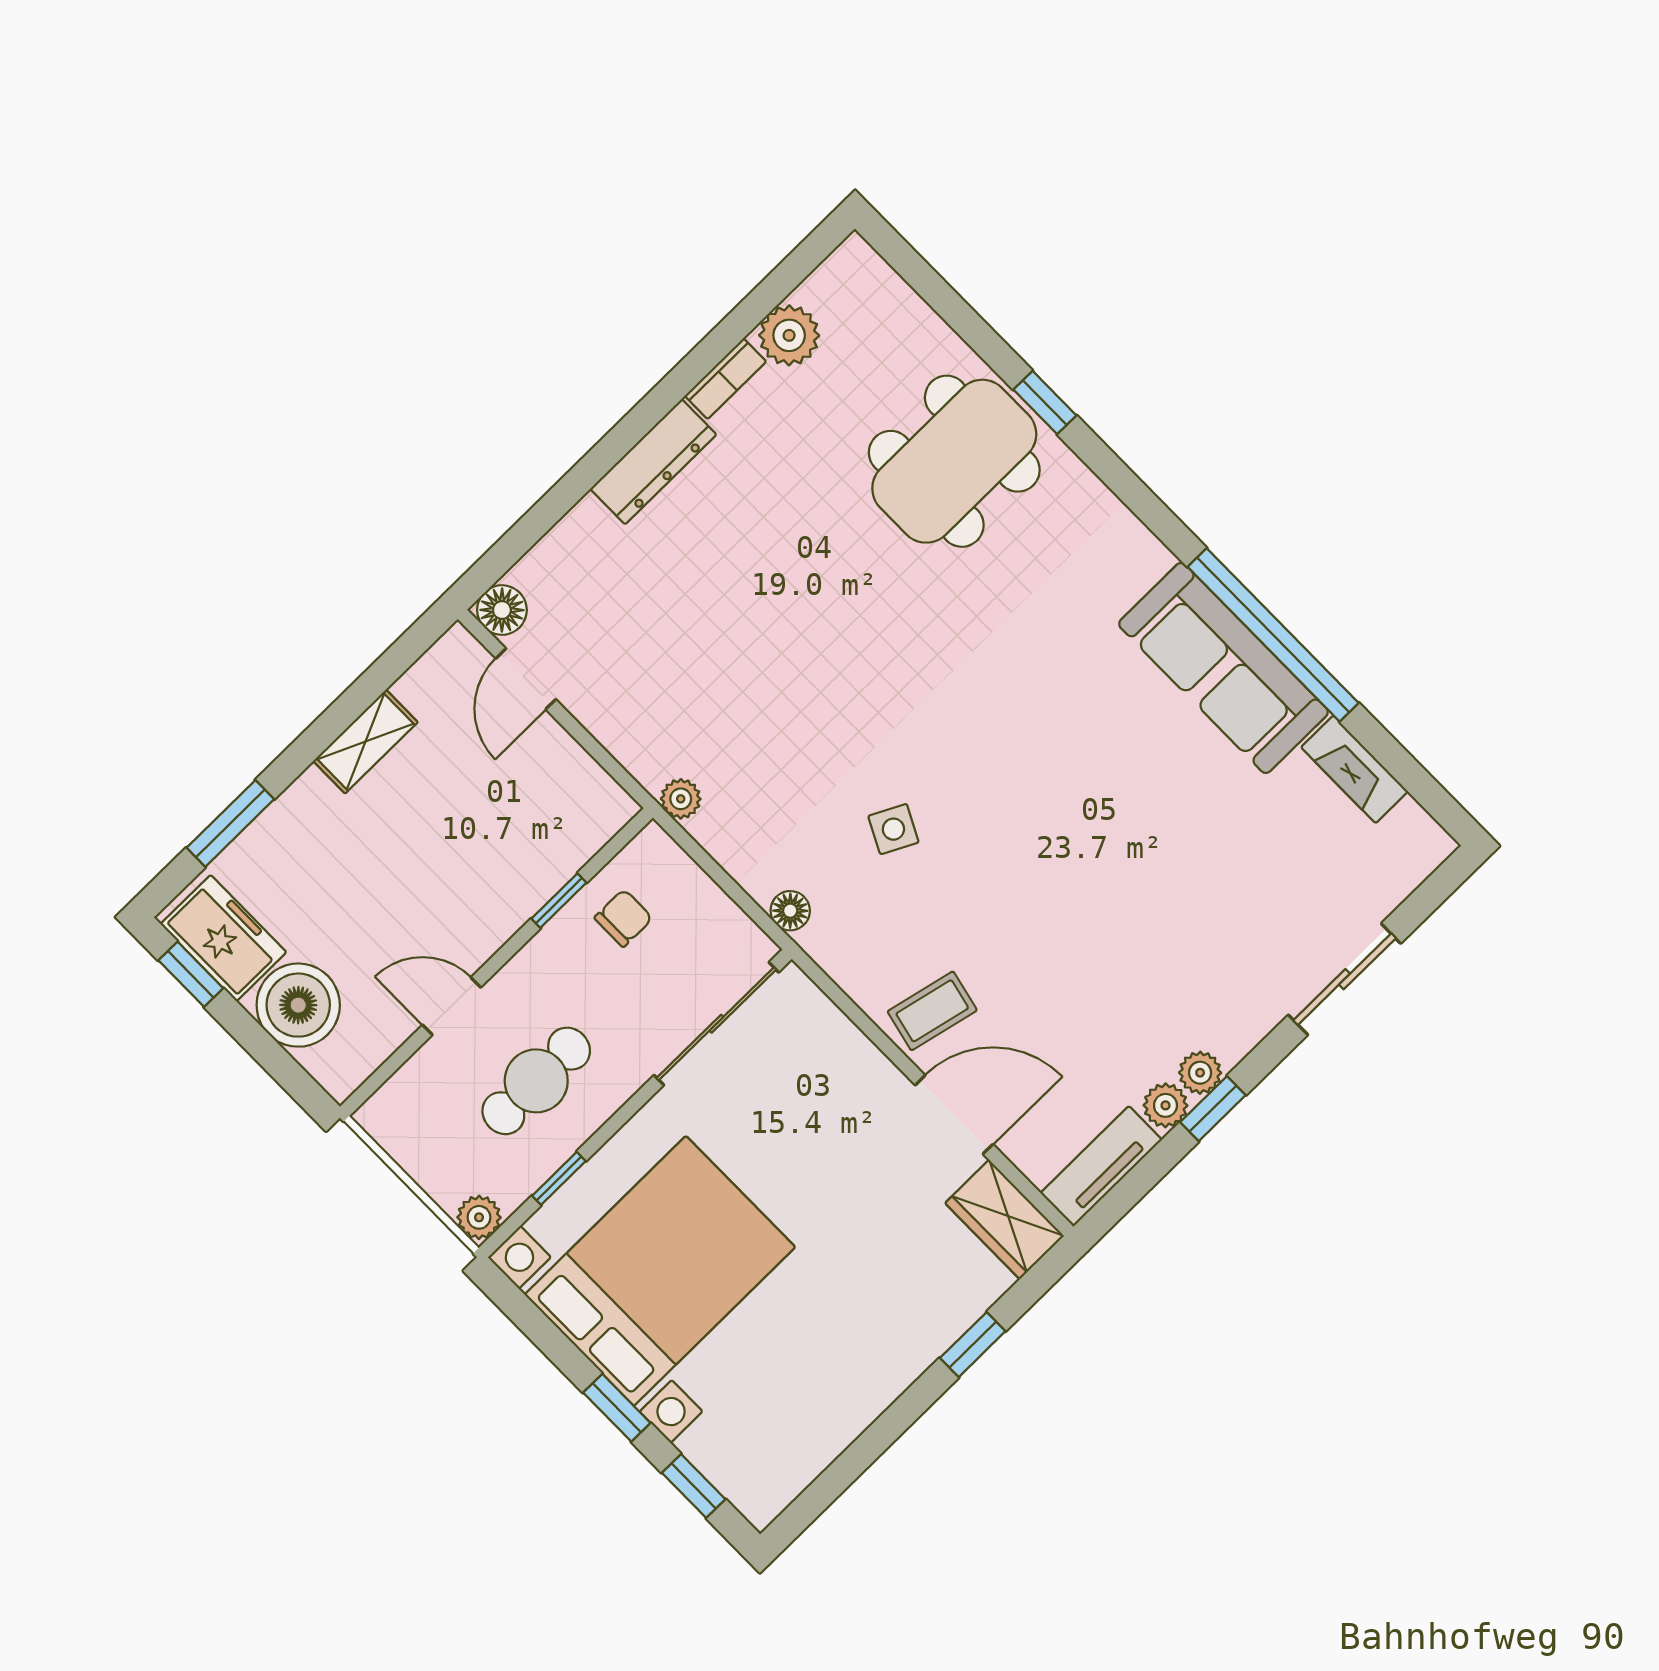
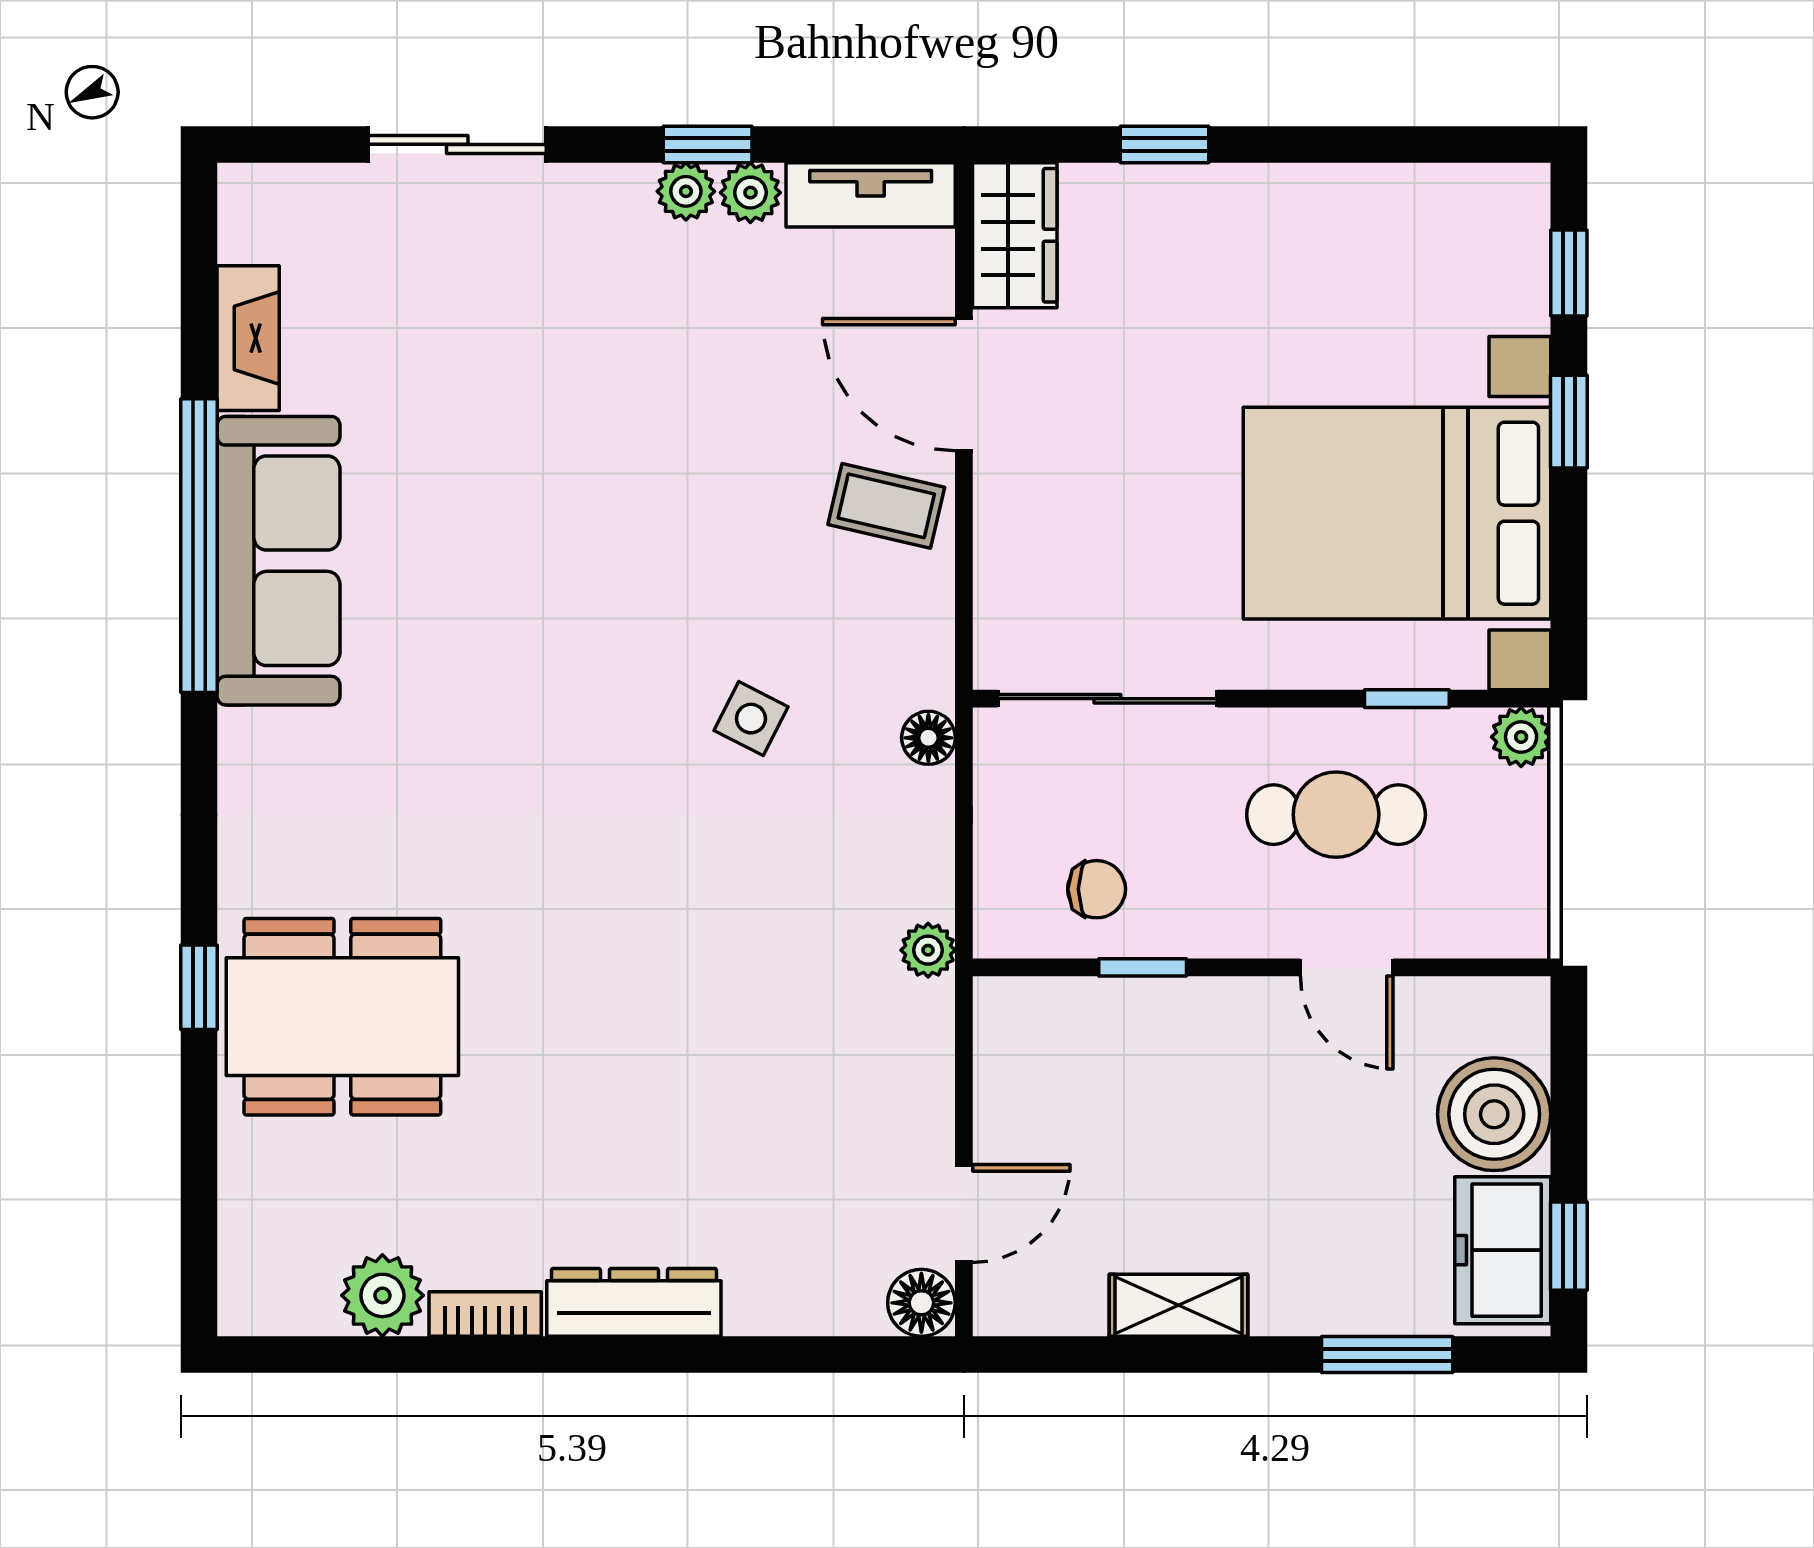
chair: (624, 918) -> (1097, 889), turned 180

